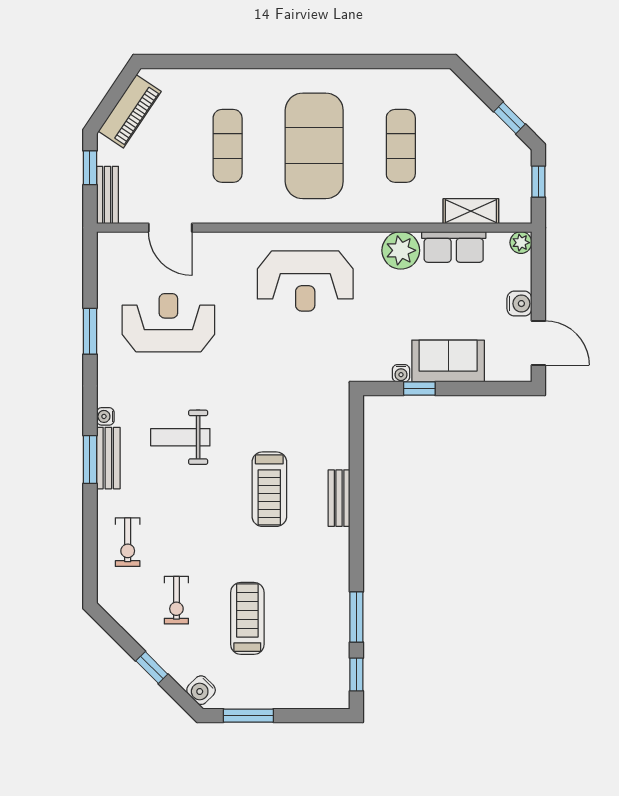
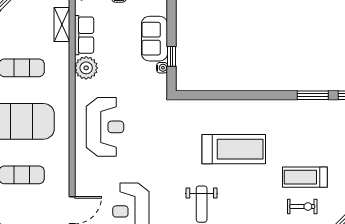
treadmill: (269, 489) -> (234, 149), width x1.37, depth x1.37
bench: (339, 498) -> (239, 106), removed
treadmill: (247, 618) -> (305, 177), moved

